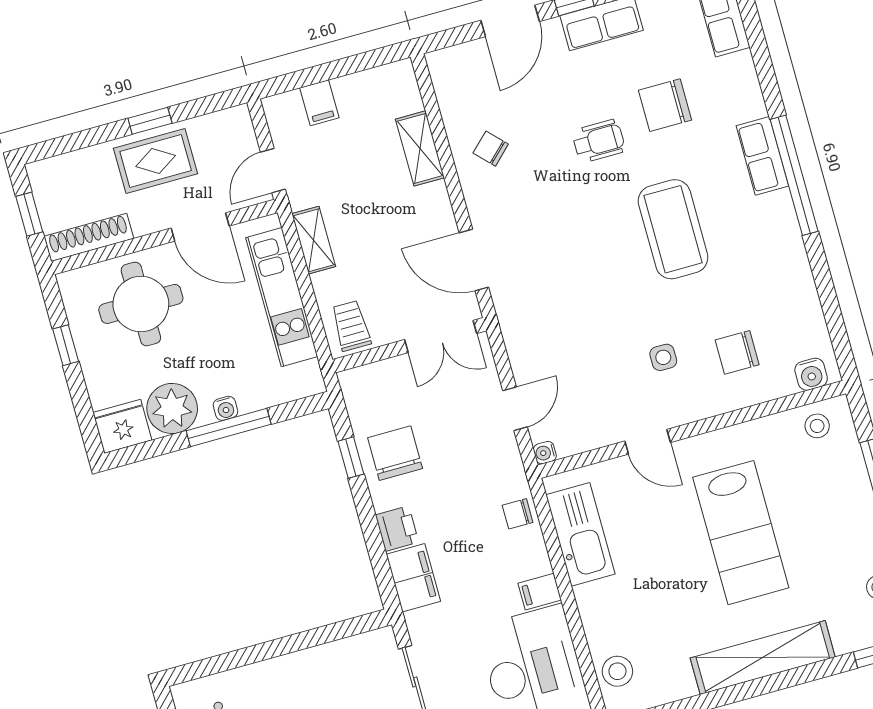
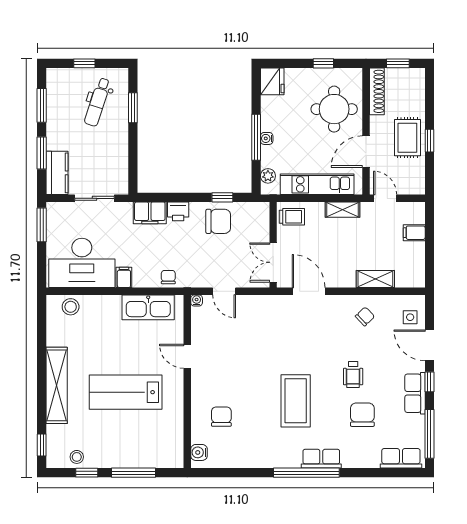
coffee table: (673, 229) -> (296, 401), turned 90
door: (474, 260) -> (309, 291), hinge flipped
side table: (663, 357) -> (410, 317), moved
plant: (172, 409) -> (268, 176), moved, width x0.53, depth x0.53
stool: (817, 426) -> (171, 448), removed
door: (648, 442) -> (187, 356), hinge flipped
window: (237, 659) -> (133, 108), added

